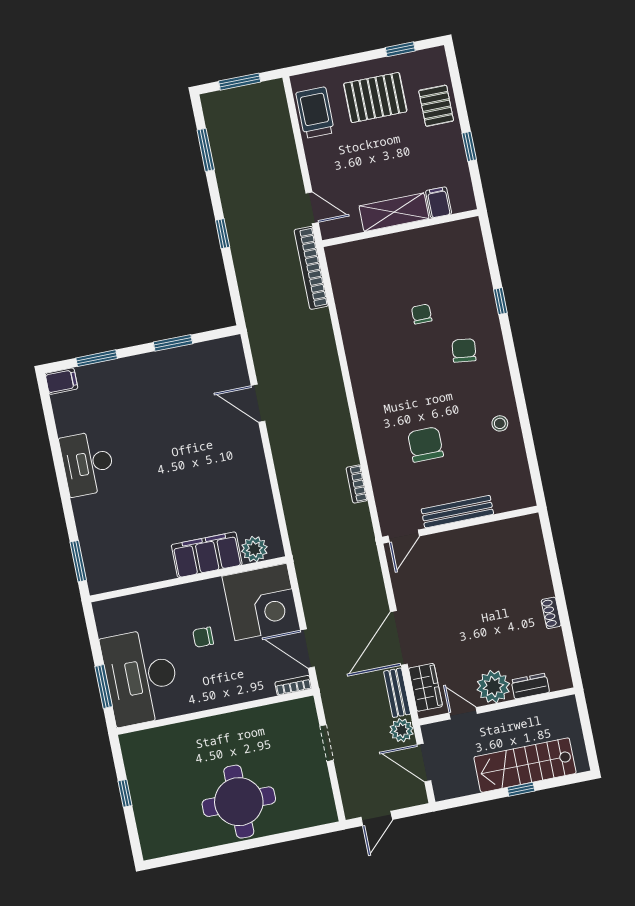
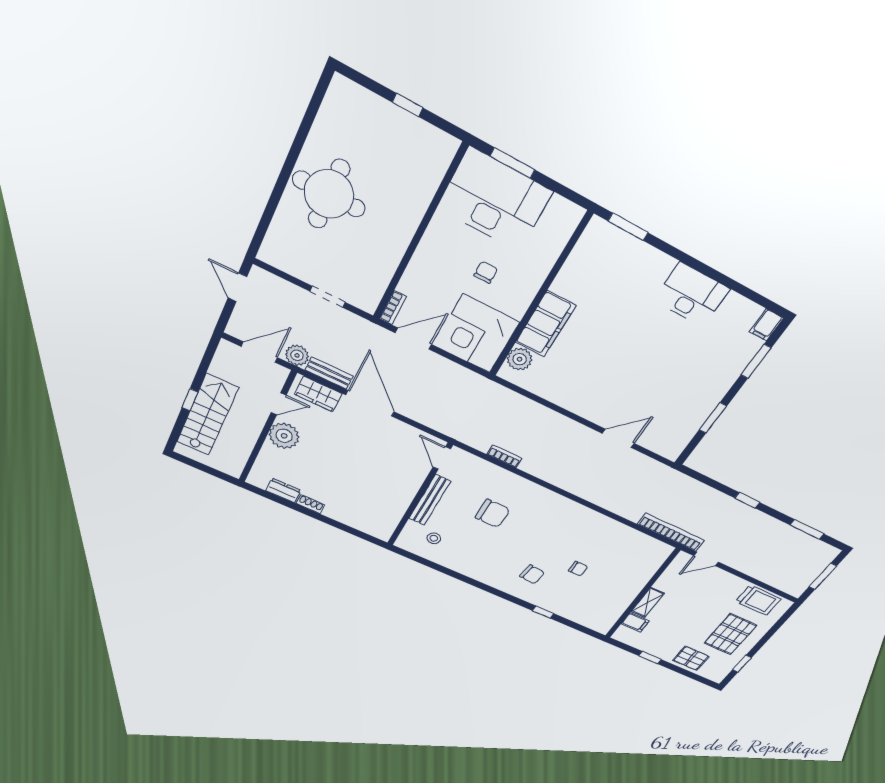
shelving: (394, 212) -> (648, 603), width x0.67, depth x0.75
stool: (500, 423) -> (434, 538), moved
dresser: (530, 686) -> (283, 490), moved, turned -90

